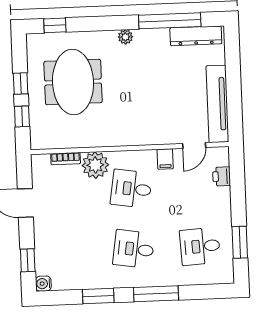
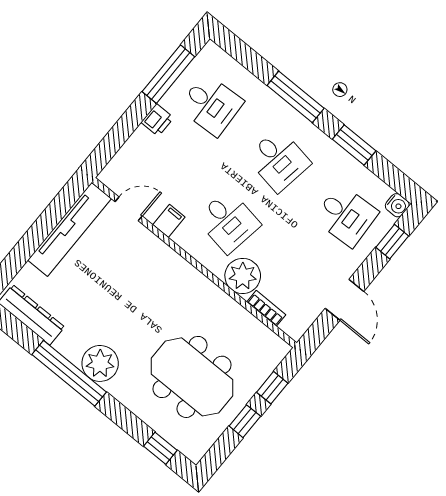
window: (170, 21) -> (69, 373), moved
plant: (125, 37) -> (100, 363), width x1.88, depth x1.88
meeting table: (73, 82) -> (192, 377), turned 90
printer: (222, 176) -> (157, 120), moved
window: (240, 242) -> (168, 74), width x1.44
desk: (67, 252) -> (346, 216), added

